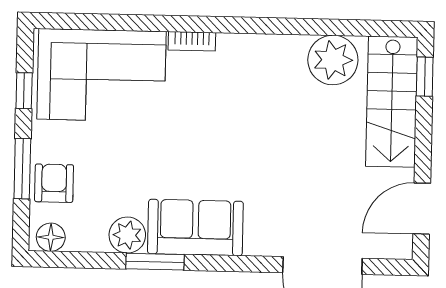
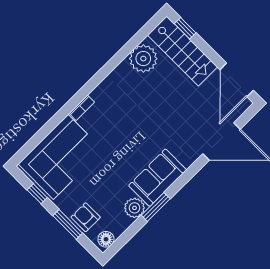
door: (422, 209) -> (237, 80), width x1.36

